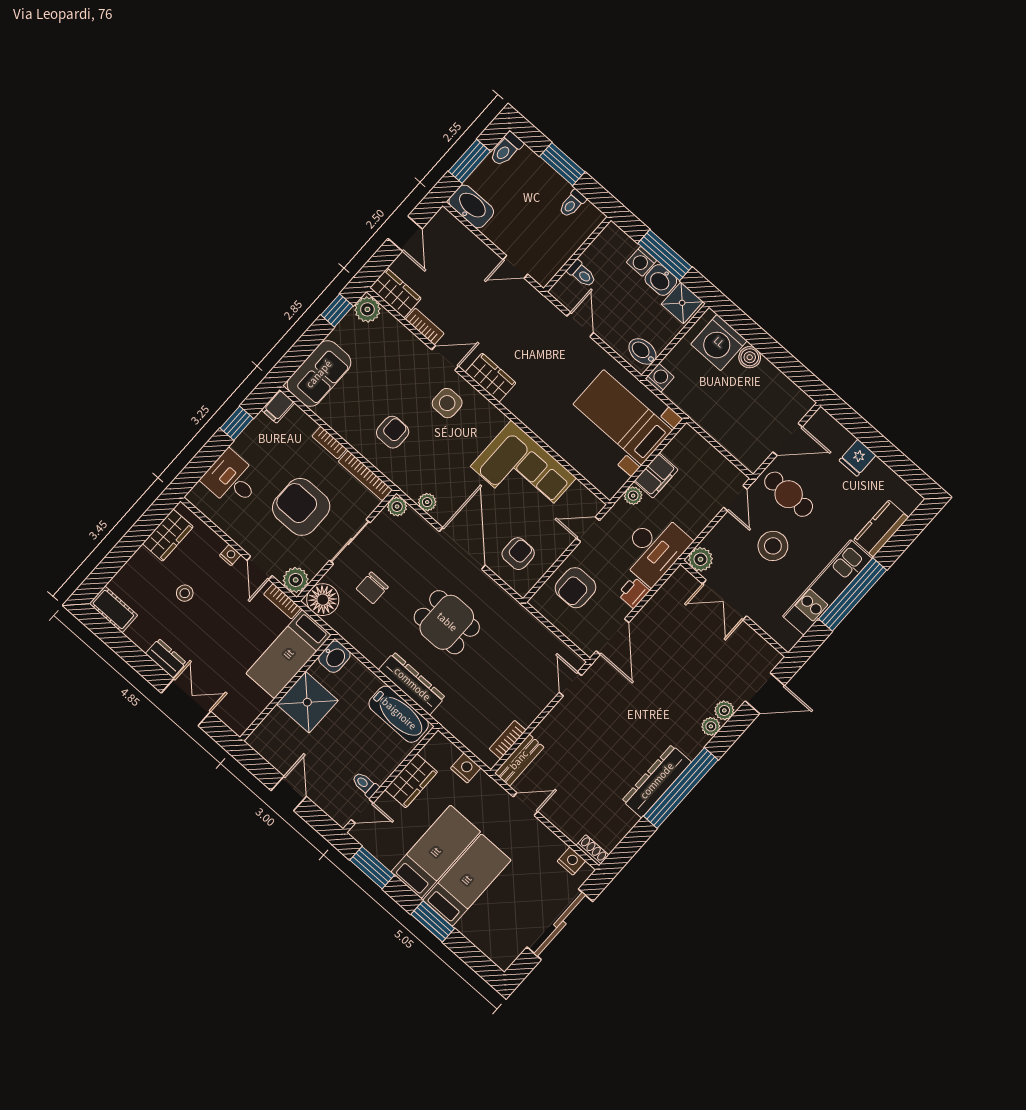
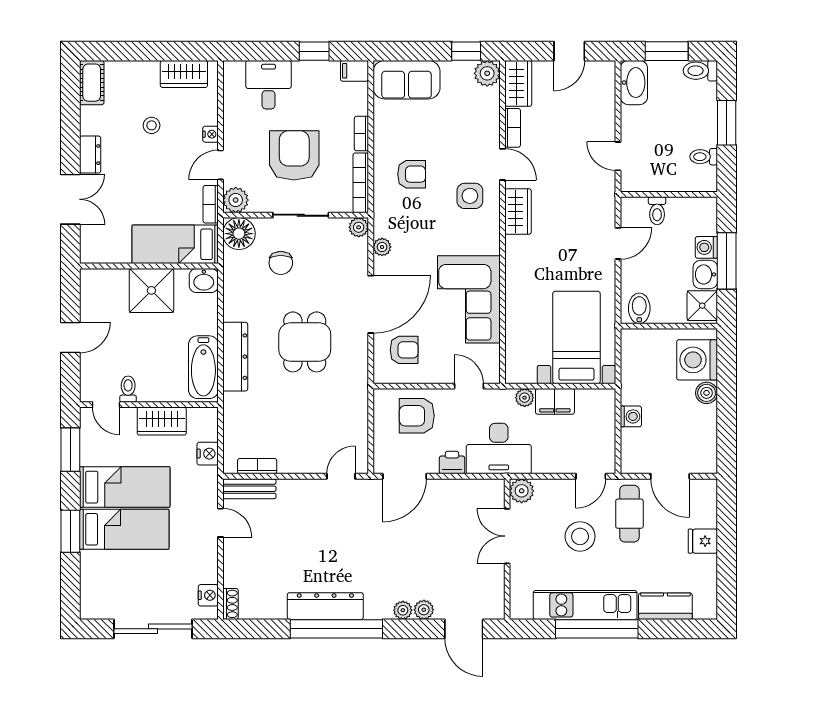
washing machine: (660, 378) -> (631, 416), moved
chair: (372, 588) -> (281, 263), turned -90

